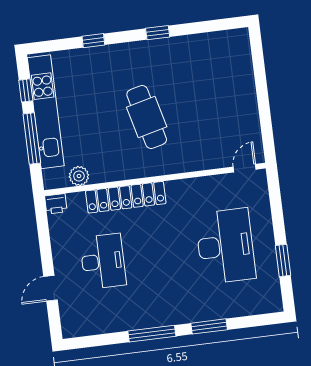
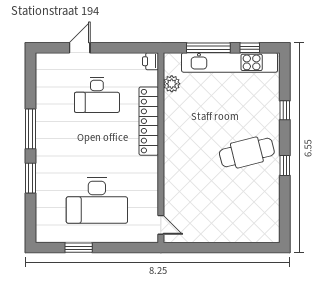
cafe table: (147, 117) -> (247, 152), moved
door: (50, 288) -> (80, 48), hinge flipped

